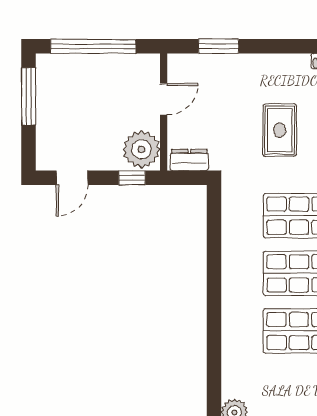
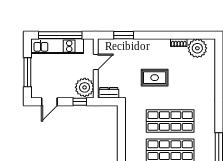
kitchen unit: (87, 68) -> (57, 46), added
window: (29, 96) -> (27, 72), moved
rug: (280, 130) -> (155, 78), turned 90

